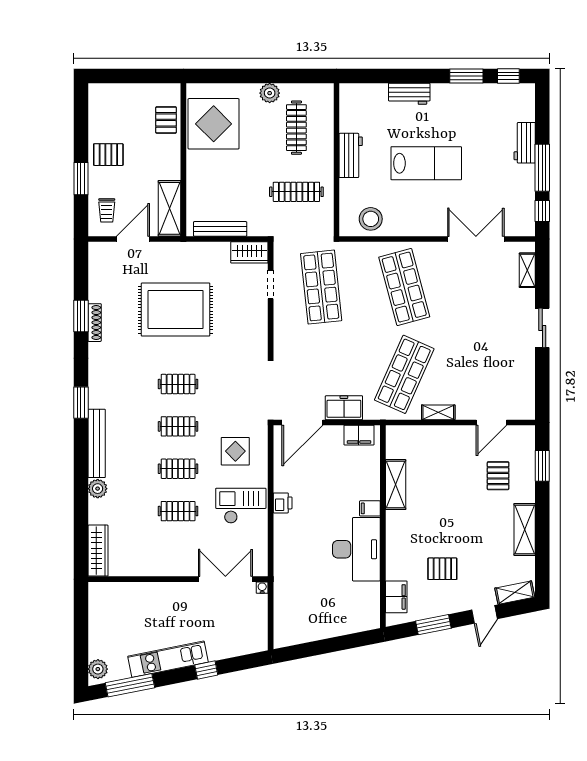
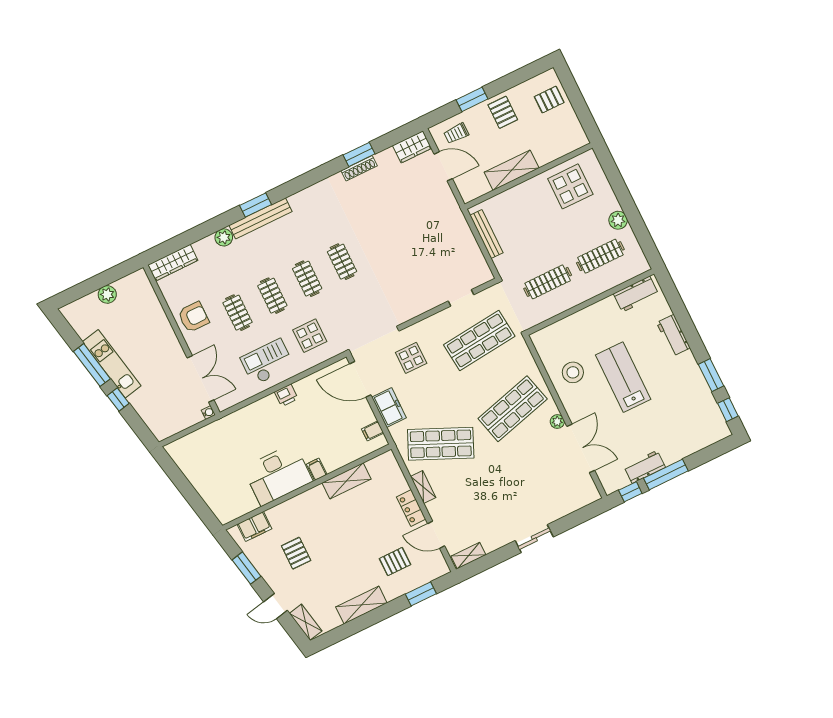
pallet: (166, 120) -> (549, 100), moved
display table: (214, 124) -> (570, 186), width x0.73, depth x0.73
workbench: (525, 143) -> (645, 467), moved
workbench: (351, 155) -> (636, 294), moved
lab bench: (426, 163) -> (623, 377), turned 180
clothes rail: (296, 192) -> (548, 282), turned 90
shelving: (170, 208) -> (512, 170), moved
stool: (371, 219) -> (573, 372), moved
plant: (438, 249) -> (557, 422), added
wardrobe: (249, 252) -> (412, 147), moved, turned -90
shelving: (527, 270) -> (468, 556), moved
rug: (176, 310) -> (402, 230), removed
display table: (306, 362) -> (411, 358), added
window: (81, 403) -> (255, 205), moved
locker: (453, 434) -> (411, 508), added
filing cabinet: (359, 435) -> (373, 431), width x0.50
checkout: (241, 506) -> (267, 362), turned -90
armchair: (161, 557) -> (193, 317), added
plant: (98, 669) -> (107, 294), moved
window: (130, 685) -> (92, 365), moved

